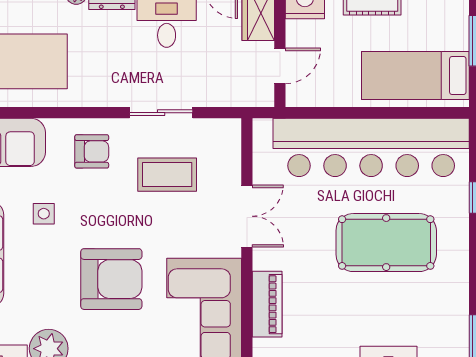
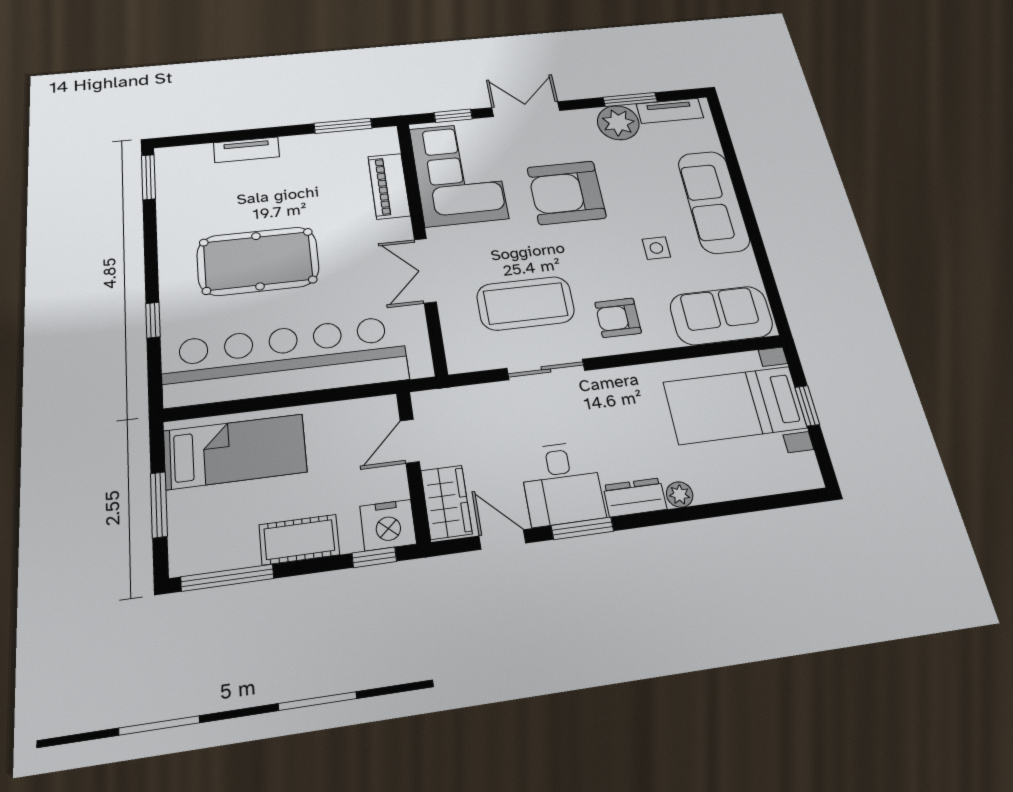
coffee table: (167, 175) -> (526, 303), width x1.36, depth x1.32

